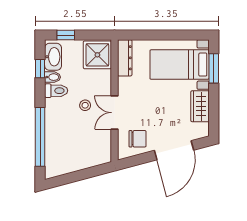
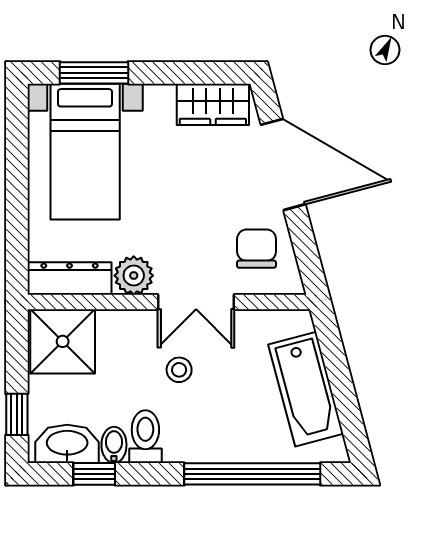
plant: (126, 86) -> (134, 276), added
wardrobe: (200, 106) -> (213, 104), moved
bathtub: (77, 160) -> (306, 389), added

